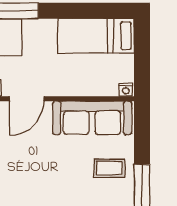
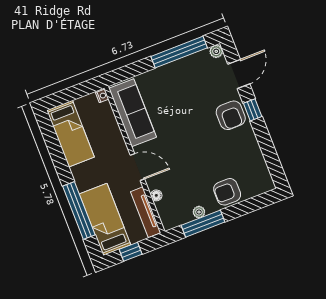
coffee table: (109, 168) -> (165, 85), removed

